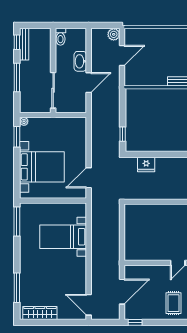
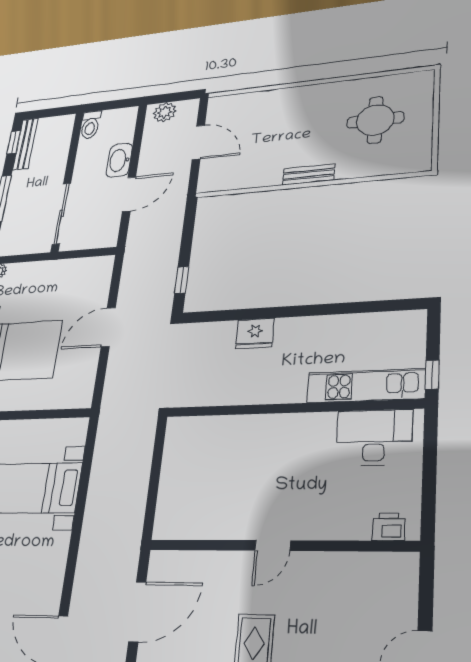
plant: (114, 34) -> (165, 112), moved
door: (122, 56) -> (198, 142), hinge flipped
fridge: (146, 165) -> (255, 333), moved
door: (89, 178) -> (108, 327), moved

